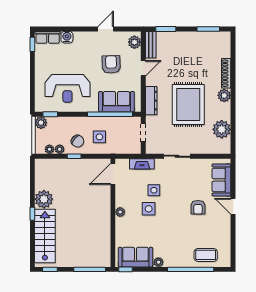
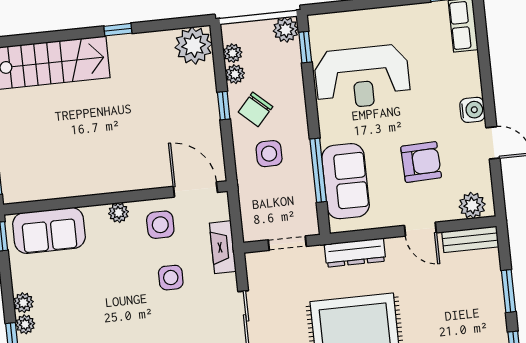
window: (166, 29) -> (508, 291), moved
water cooler: (67, 37) -> (472, 110), moved
reception desk: (67, 88) -> (362, 77), turned -90
window: (110, 114) -> (318, 170), width x0.68
plant: (44, 199) -> (194, 46), moved
side table: (149, 209) -> (160, 225), moved
window: (32, 214) -> (118, 30), moved
sofa: (136, 257) -> (49, 230), moved, turned 90
plant: (169, 262) -> (25, 324), added

